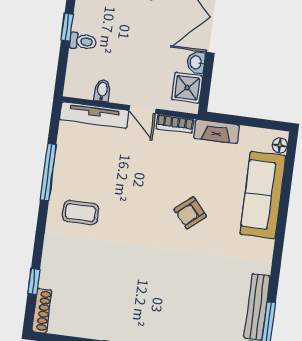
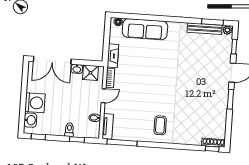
window: (67, 27) -> (77, 139), moved
tv unit: (94, 115) -> (108, 126), width x0.71
window: (48, 172) -> (122, 143), moved
armchair: (190, 213) -> (157, 67), removed
window: (34, 281) -> (212, 149), moved

